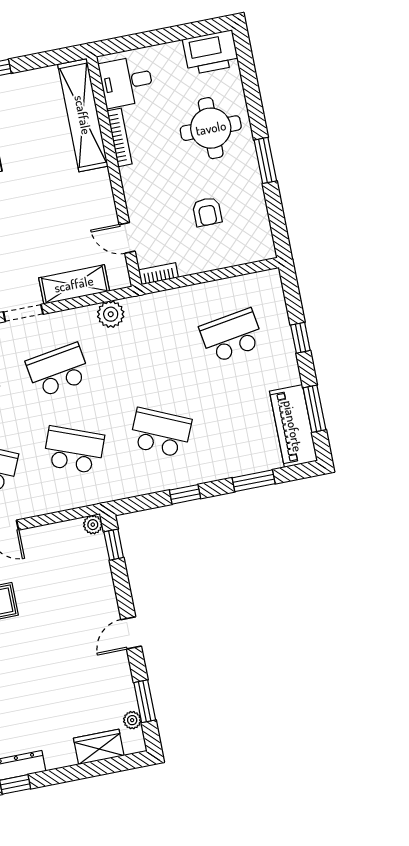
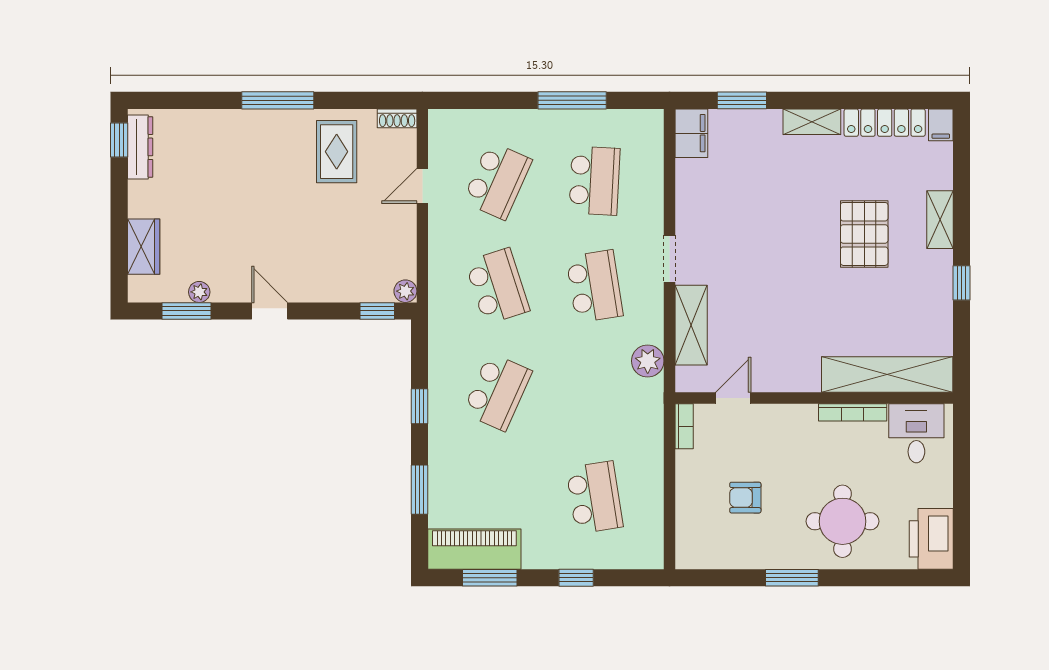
school desk: (74, 450) -> (497, 286), turned -39
plant: (132, 720) -> (199, 292), moved

